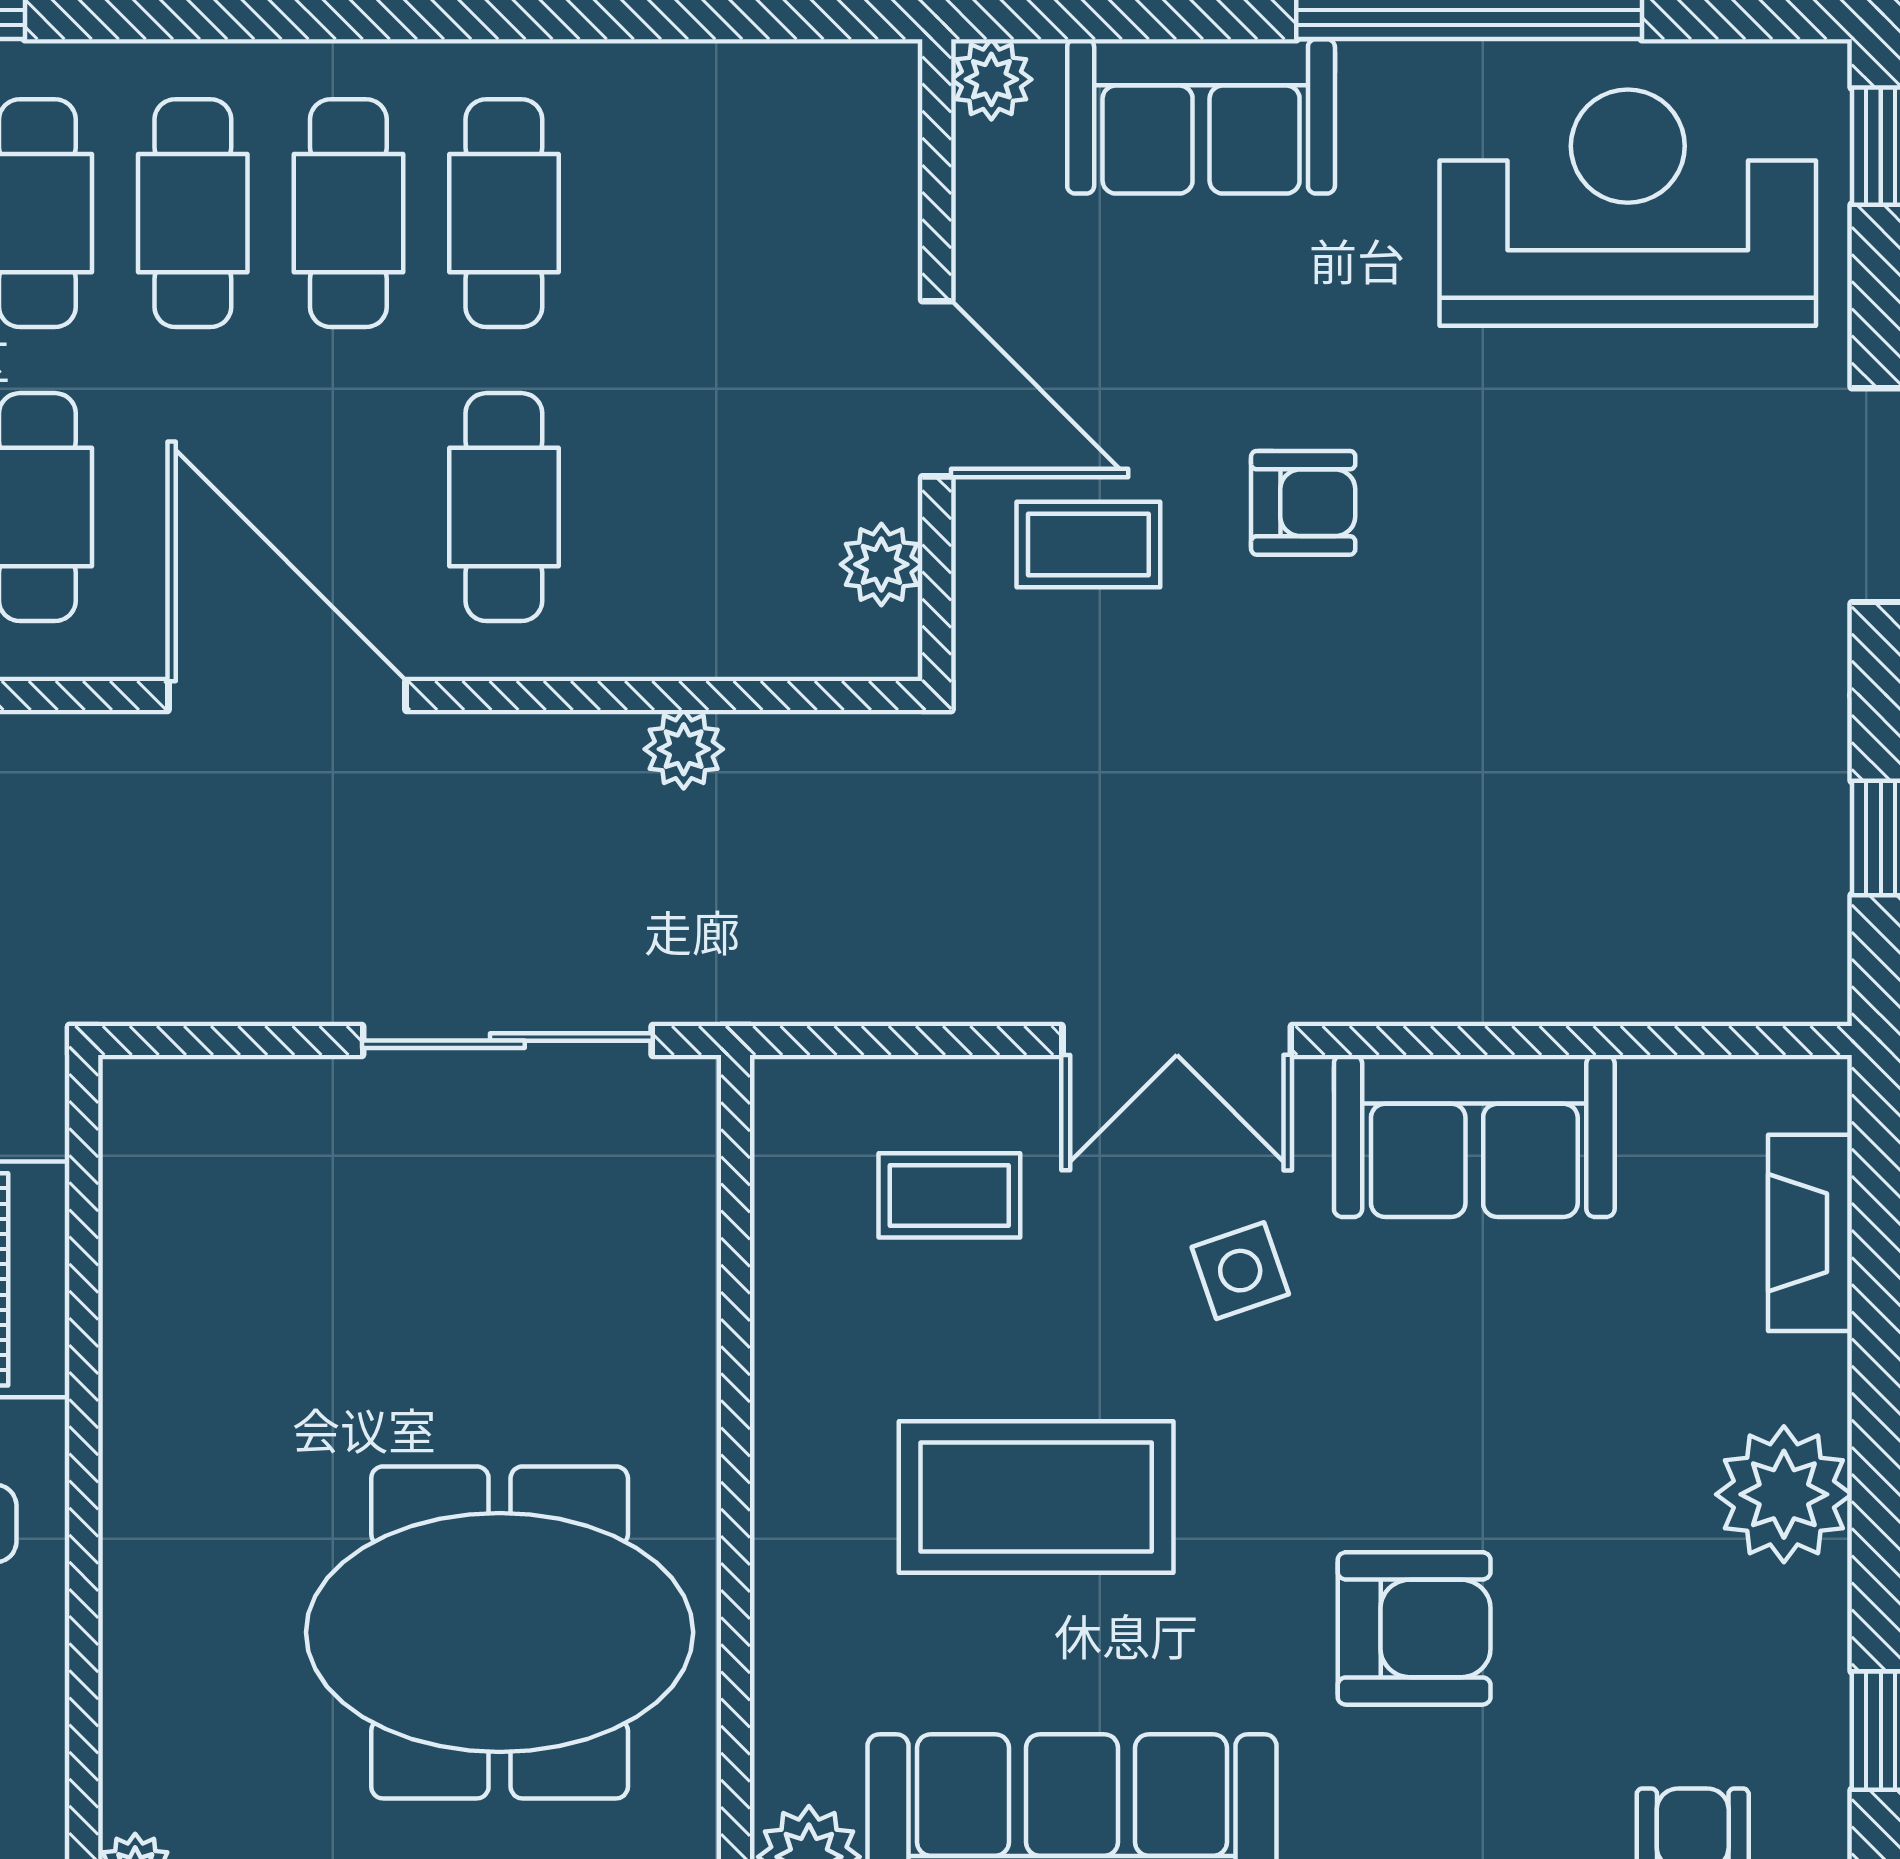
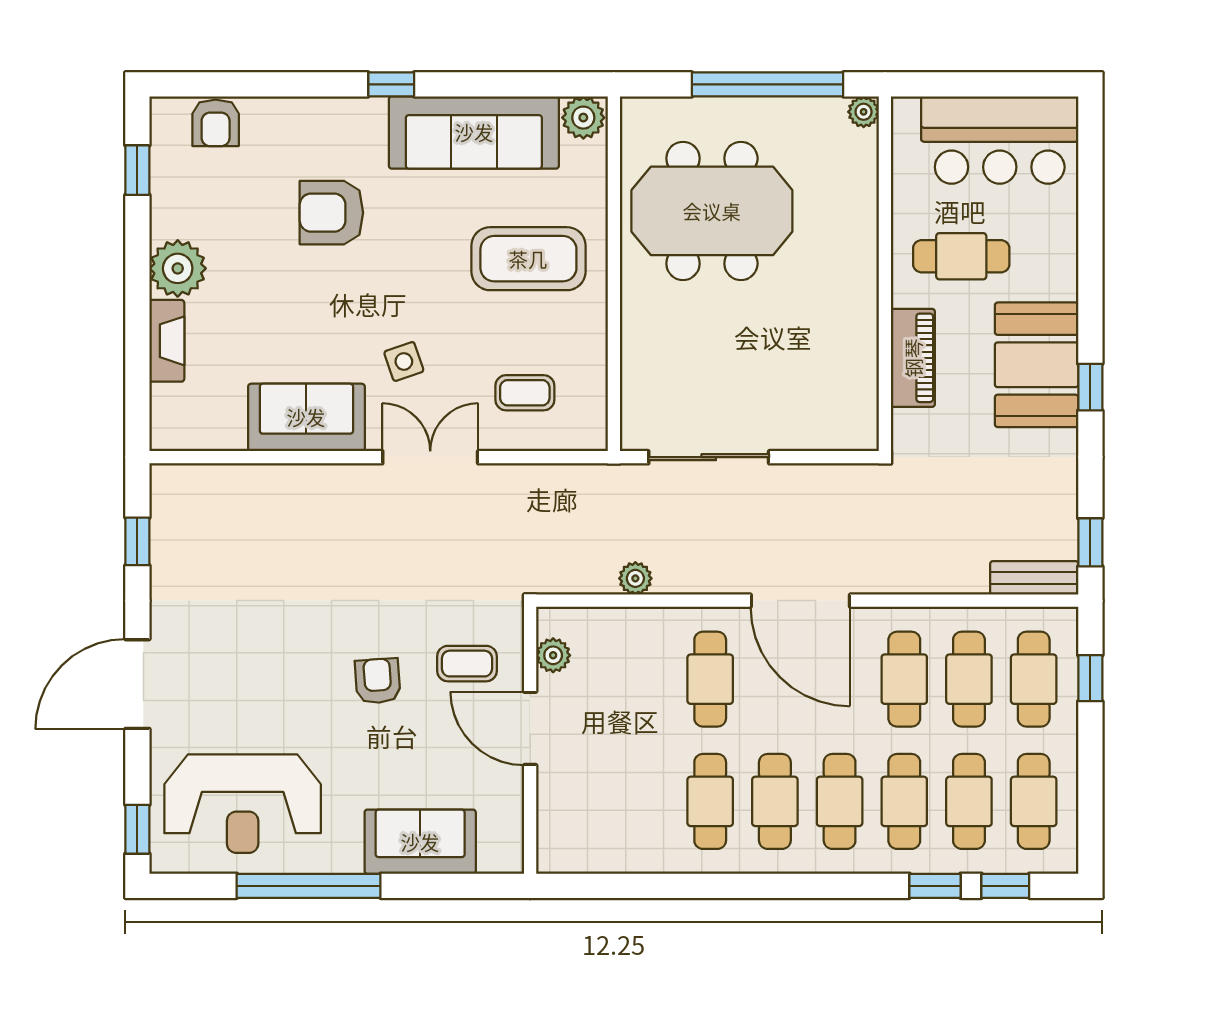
plant: (991, 79) -> (507, 857), removed
armchair: (1303, 503) -> (378, 681), turned 86
fireplace: (1810, 1233) -> (167, 341), moved
coffee table: (1036, 1497) -> (528, 259), moved

